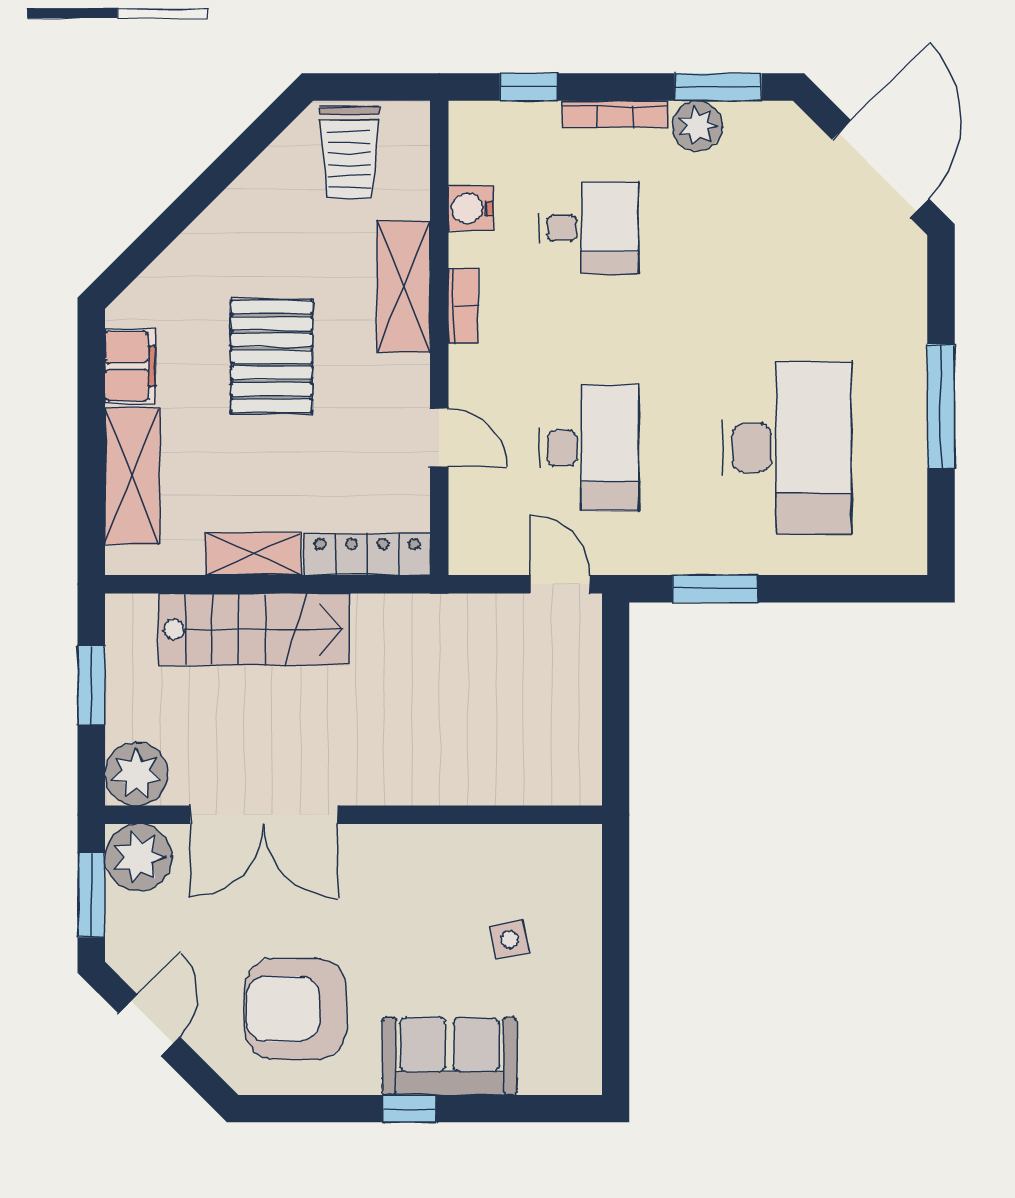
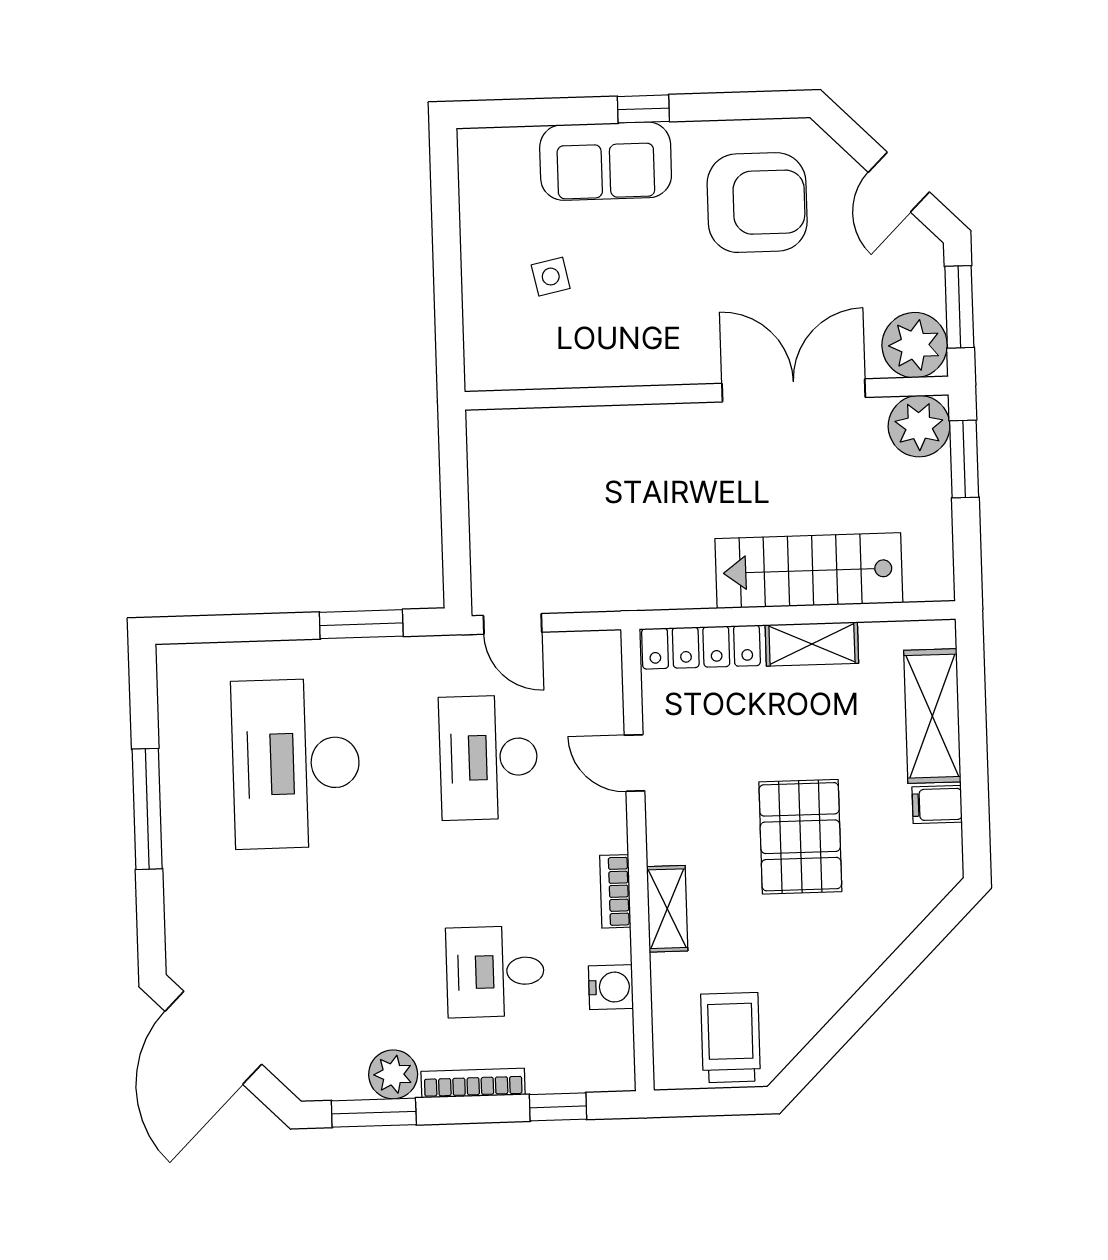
shelving: (404, 287) -> (667, 909), width x0.67, depth x0.75
filing cabinet: (130, 366) -> (937, 805), width x0.50
window: (91, 685) -> (964, 459), moved

